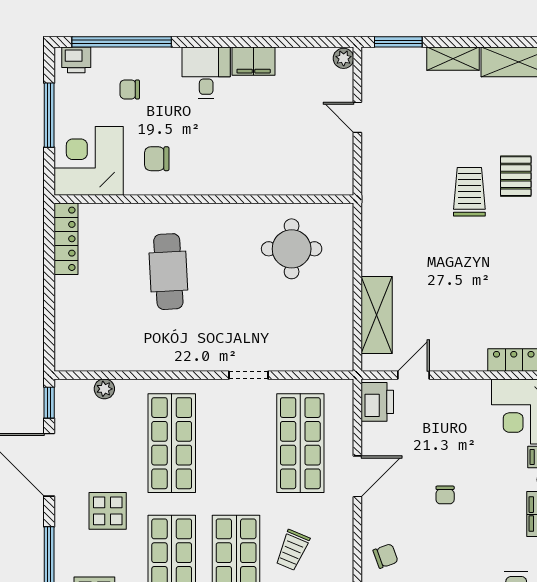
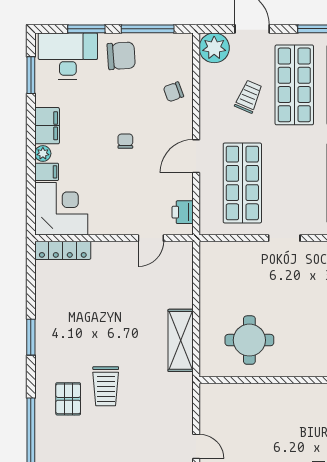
shelving: (377, 315) -> (181, 340), moved
printer: (377, 402) -> (183, 212), width x0.73, depth x0.81

